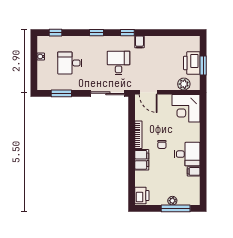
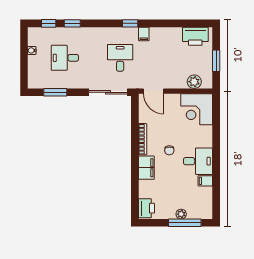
window: (97, 33) -> (72, 23), moved
printer: (192, 63) -> (195, 36), moved, turned -90

